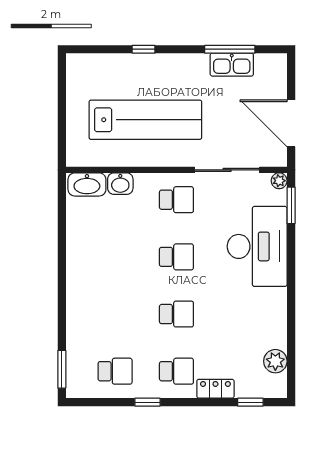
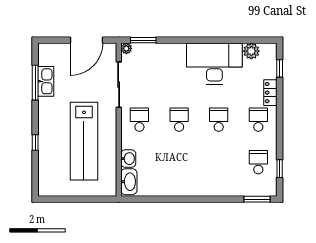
lab bench: (145, 120) -> (84, 141), turned 180
desk: (257, 246) -> (214, 64), moved
window: (147, 402) -> (280, 169), moved

